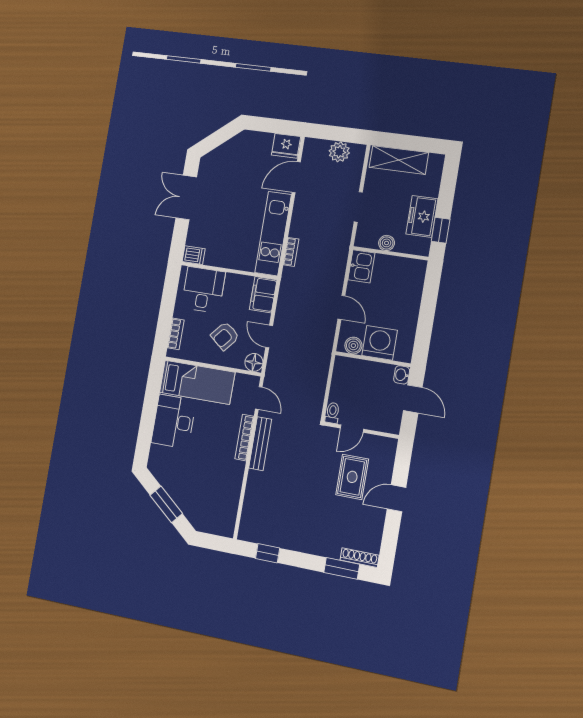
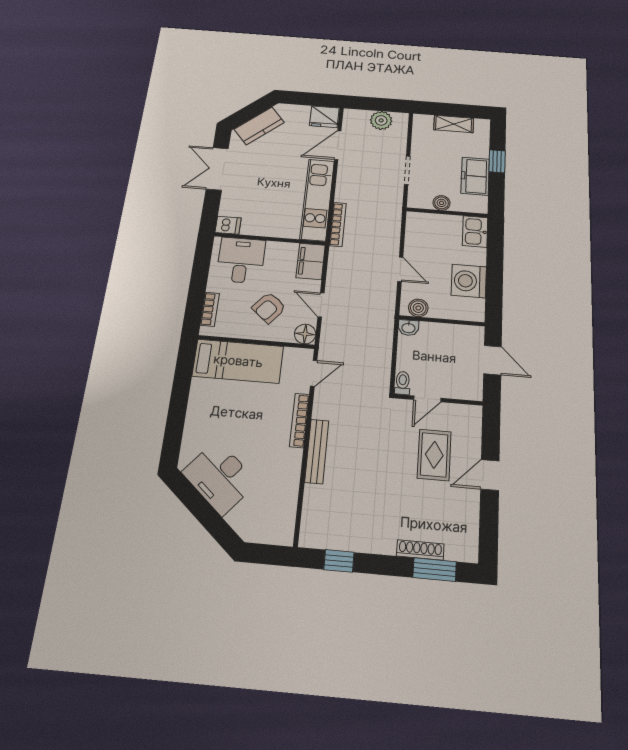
kitchen counter: (225, 154) -> (259, 126), added
shelving: (399, 160) -> (454, 124), width x0.67, depth x0.75
window: (441, 230) -> (497, 161), moved
bookcase: (291, 252) -> (338, 224), width x1.56
kitchen sink: (361, 266) -> (475, 232), moved, turned 180
washing machine: (380, 343) -> (469, 281), moved, turned -90
washbasin: (402, 375) -> (408, 328), moved, turned -90
door: (259, 398) -> (314, 373), hinge flipped
desk: (174, 422) -> (220, 477), moved, turned -49
bench: (260, 444) -> (317, 451), moved
window: (166, 504) -> (204, 512), removed
shoe rack: (360, 558) -> (420, 550), moved

